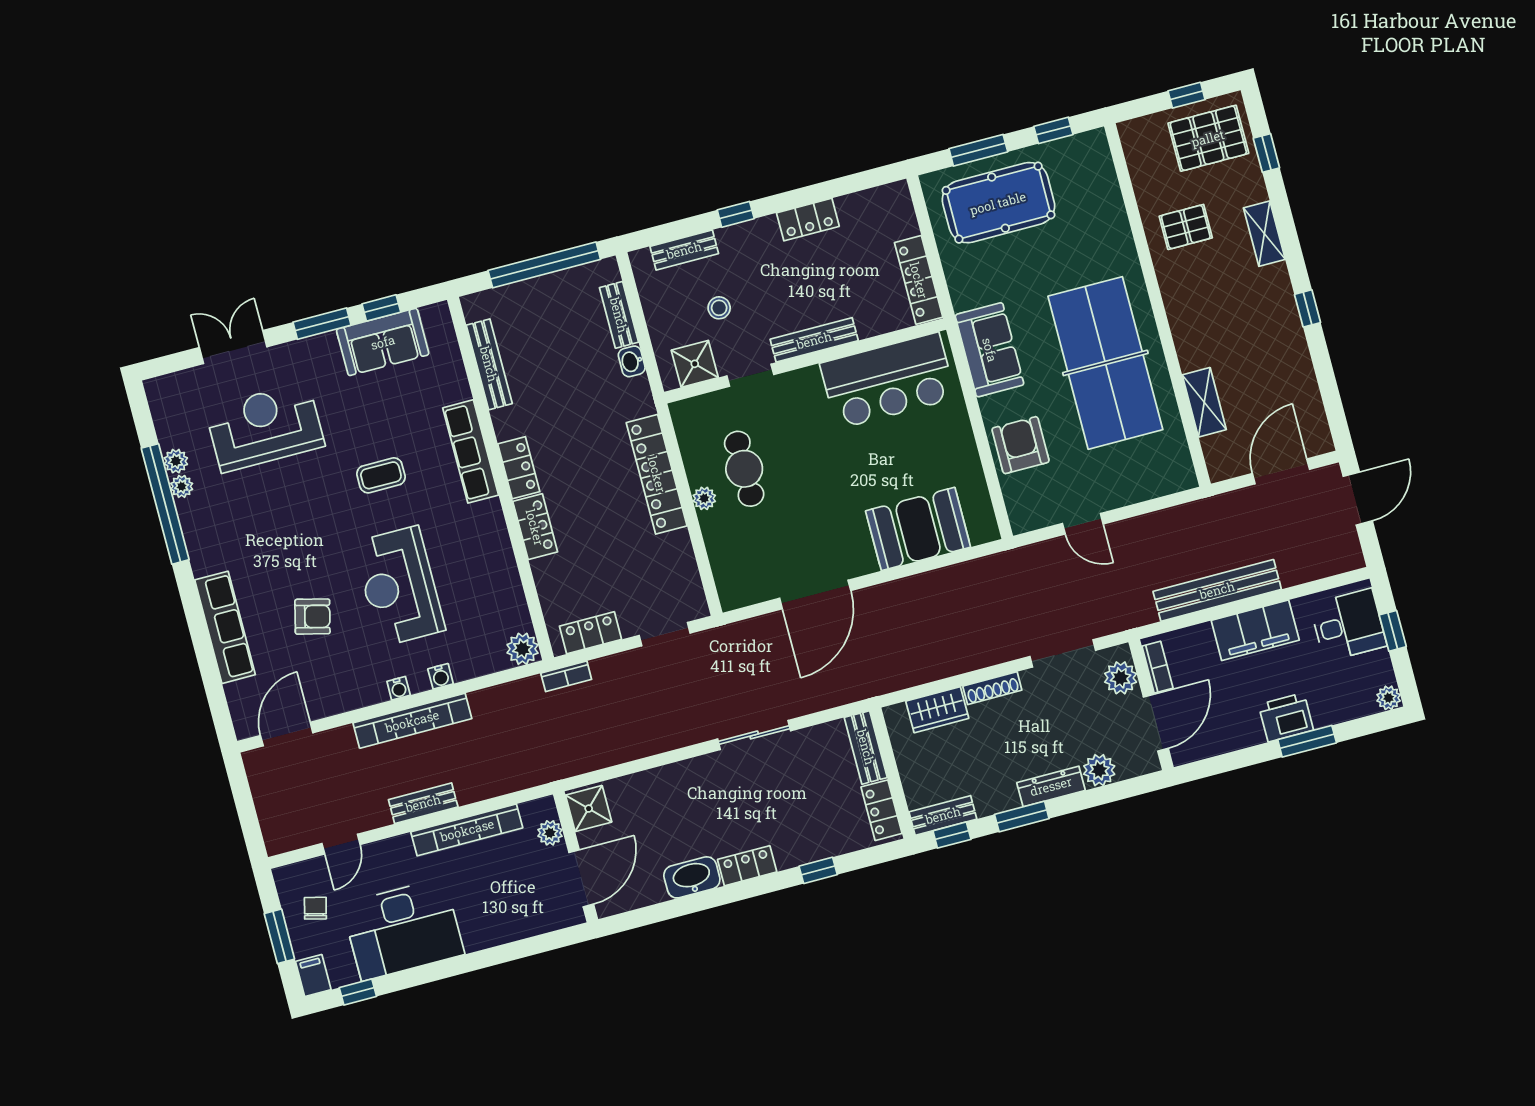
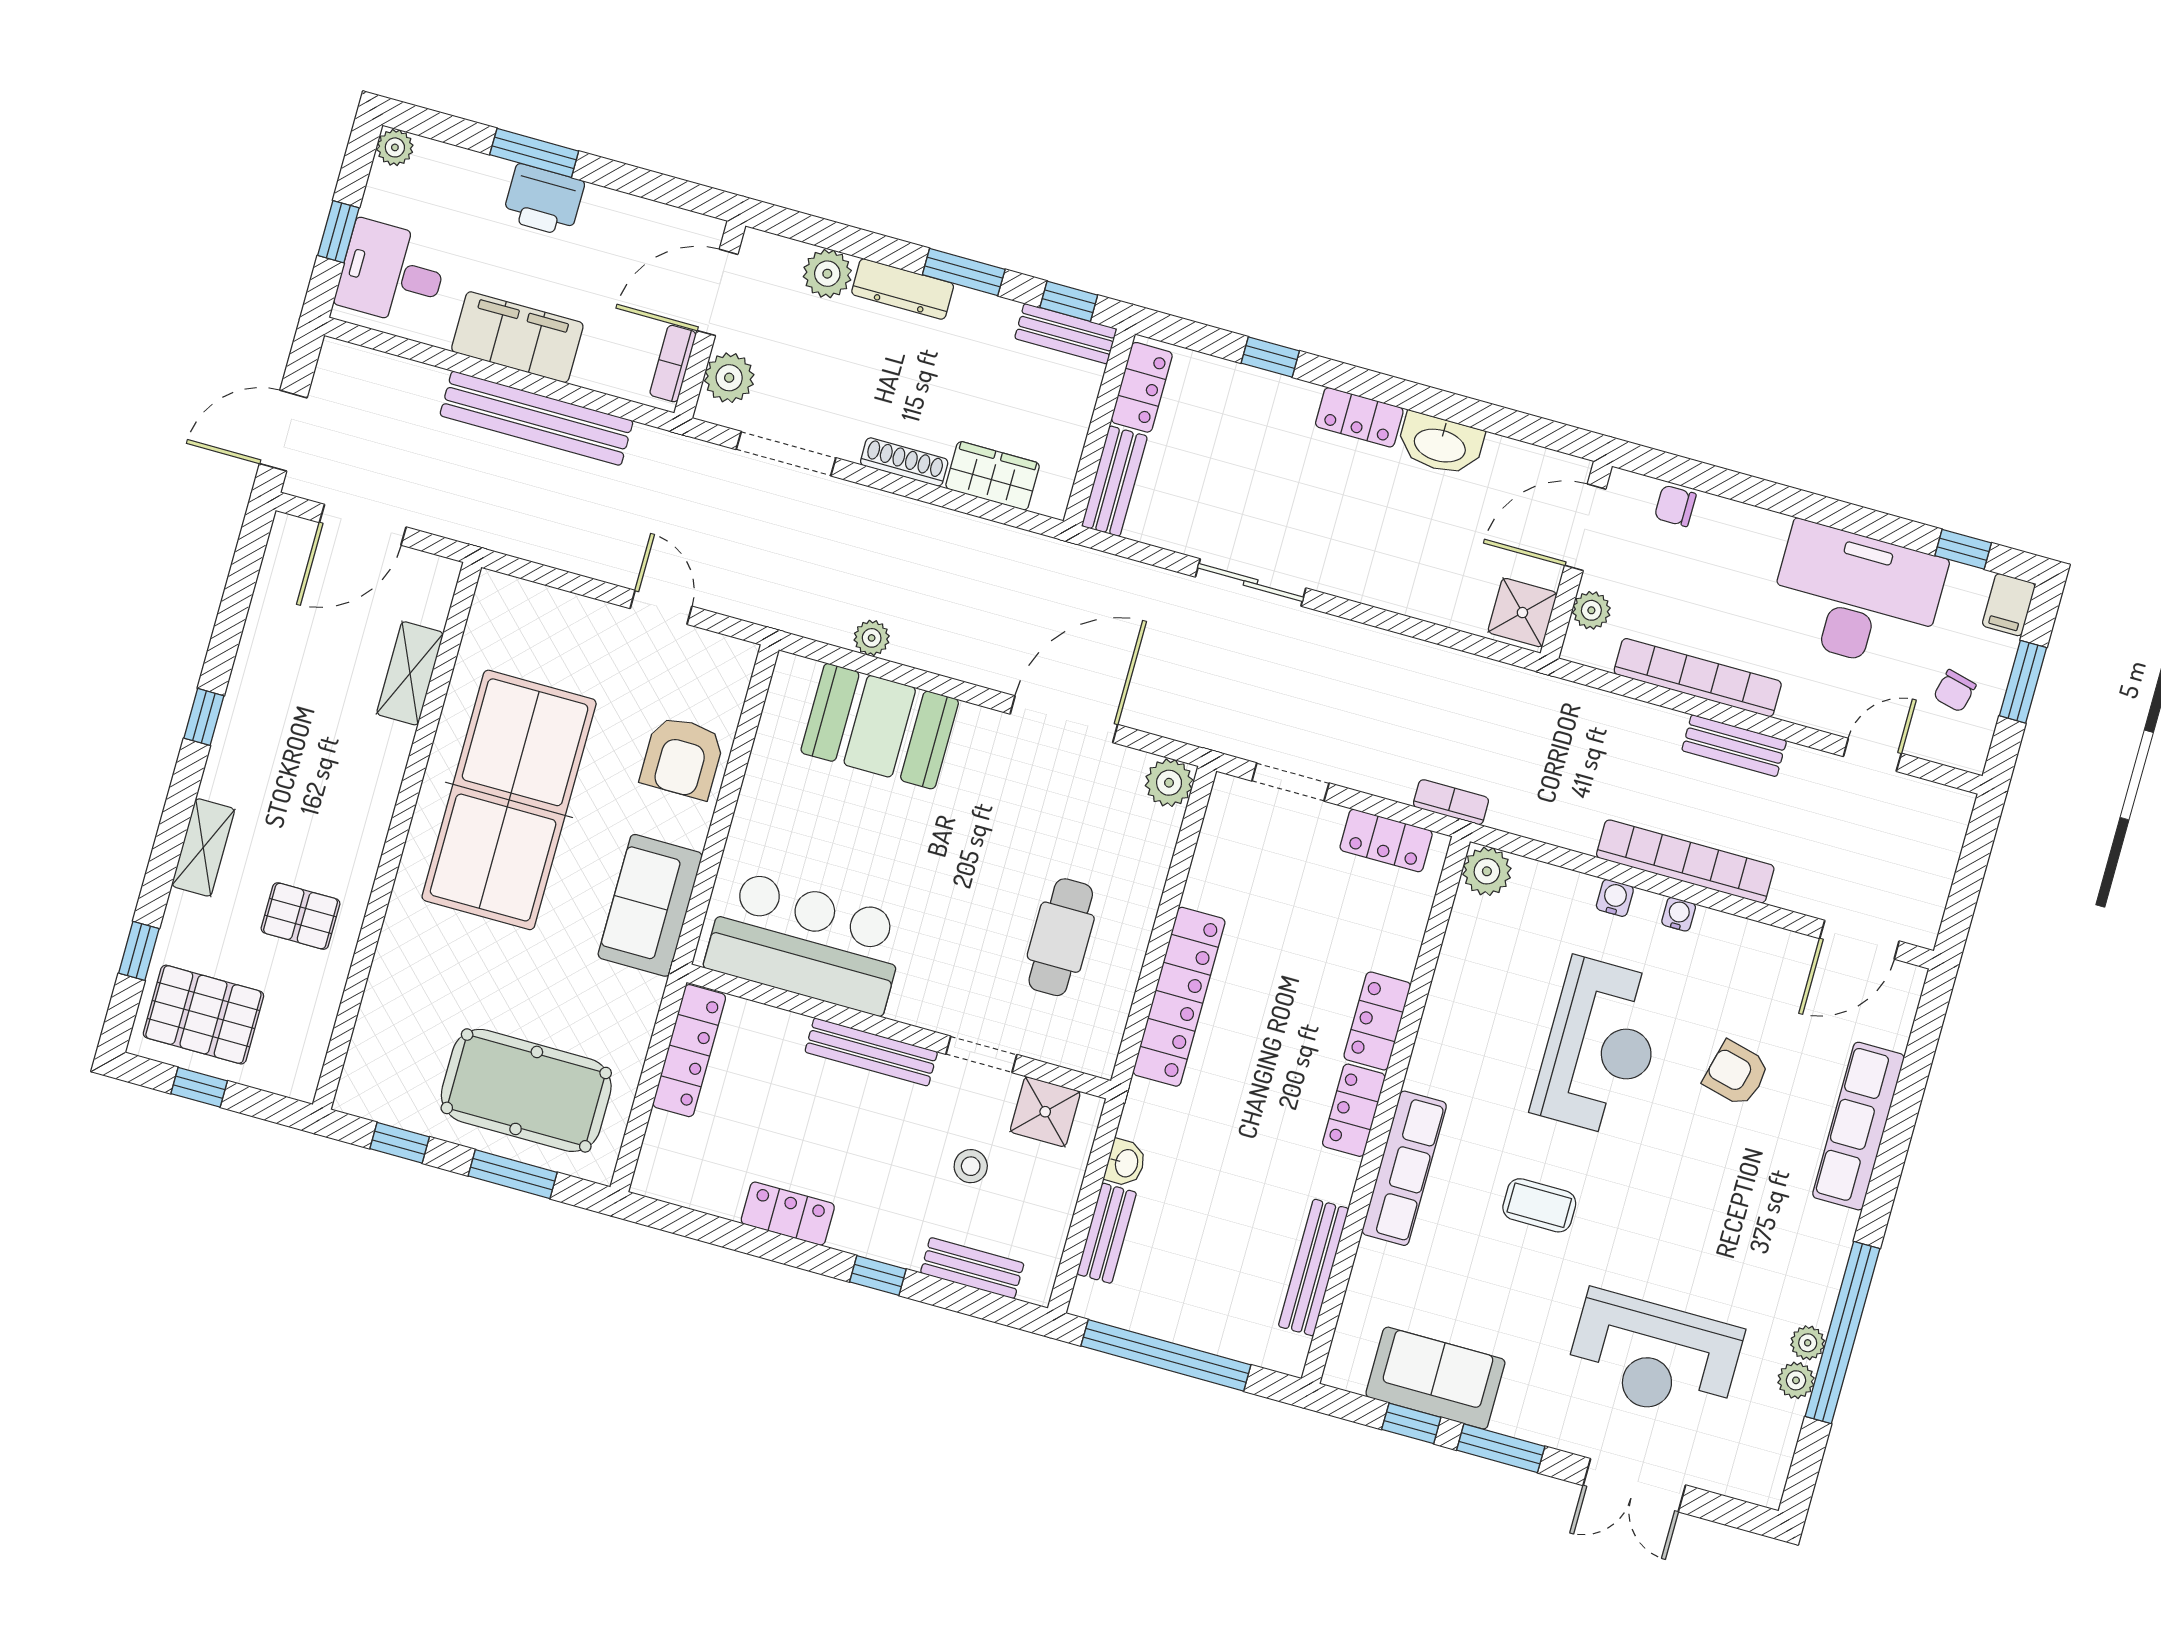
plant: (704, 498) -> (1169, 783), moved, width x1.38, depth x1.38
plant: (952, 577) -> (872, 638), added
chair: (537, 921) -> (1675, 506), added

